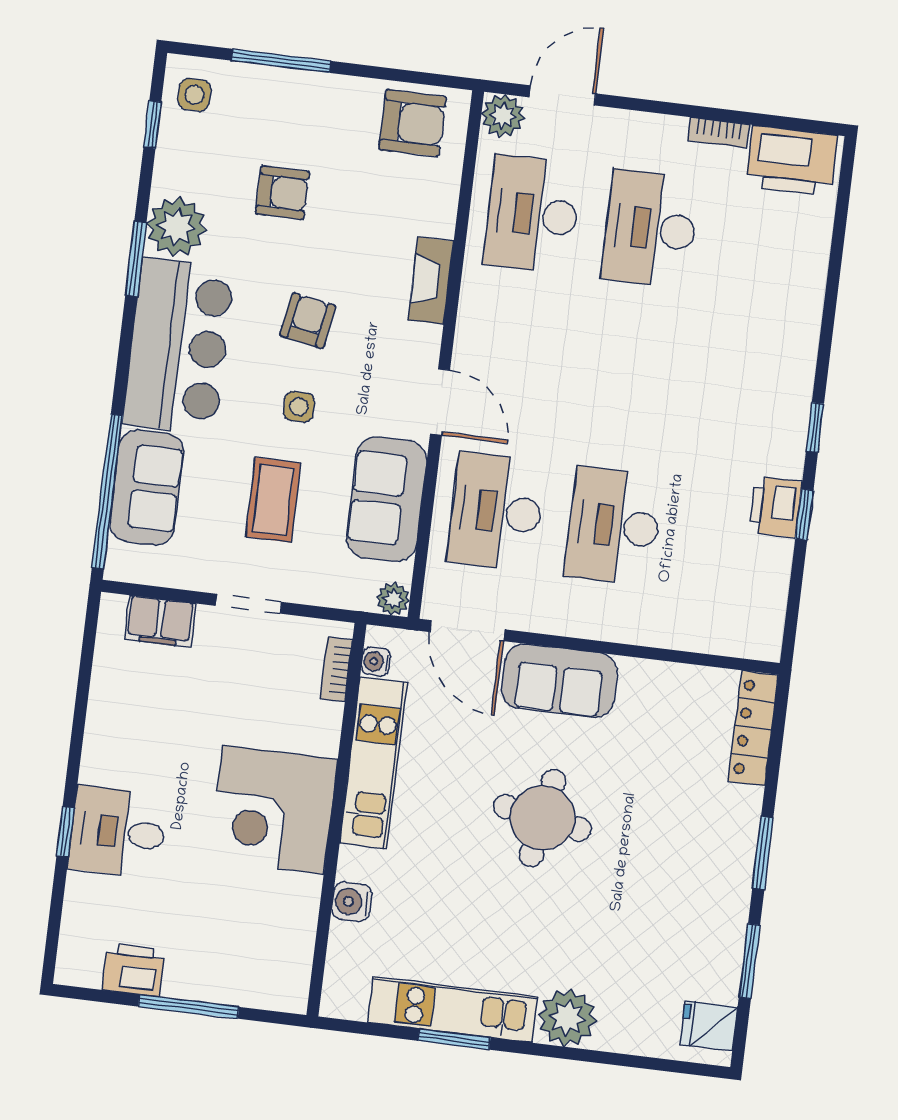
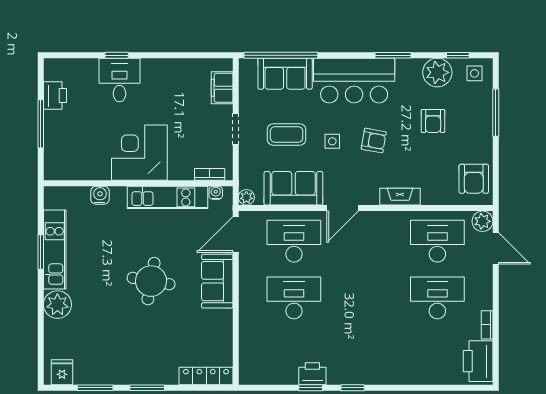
plant: (176, 227) -> (437, 72), moved

